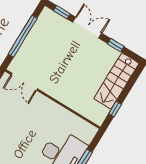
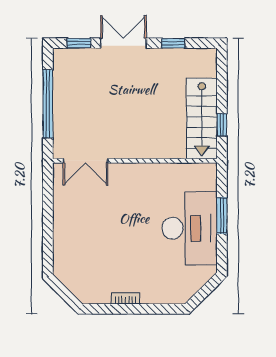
stairs: (116, 81) -> (202, 118), moved

